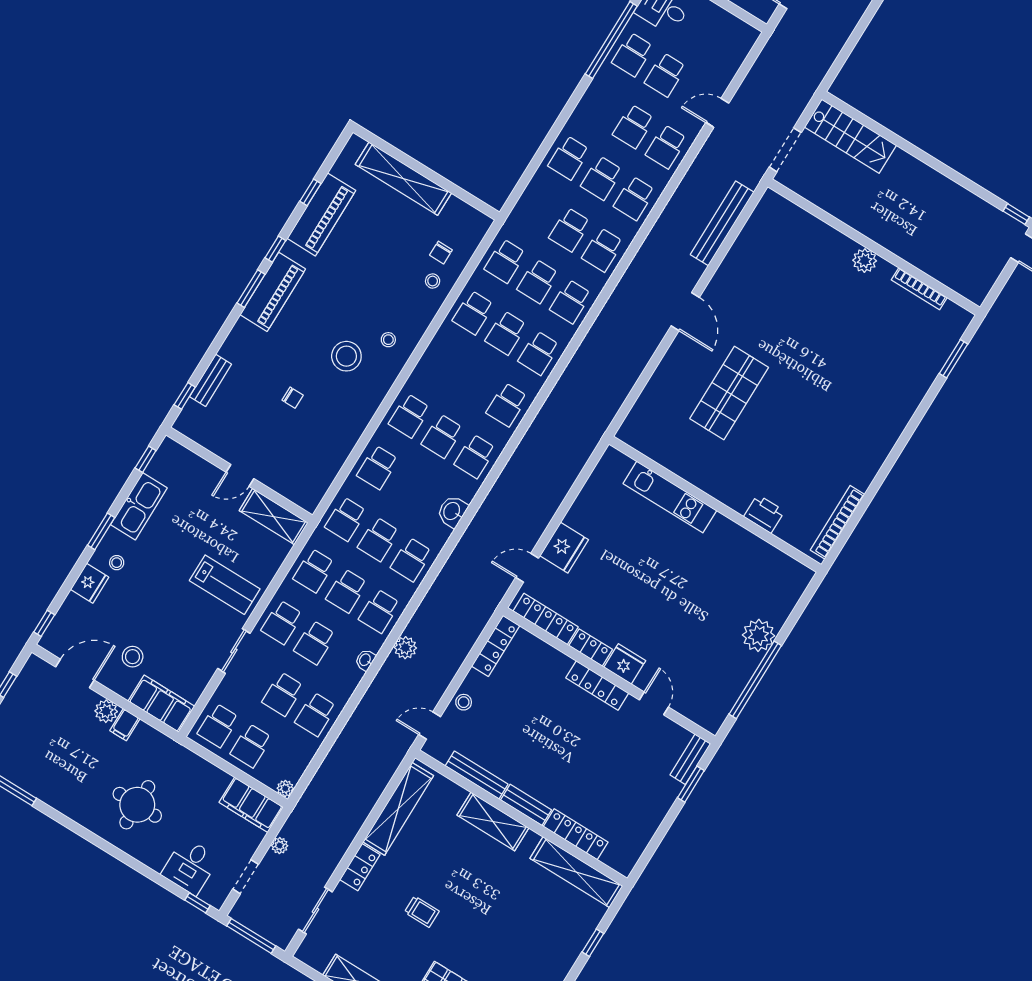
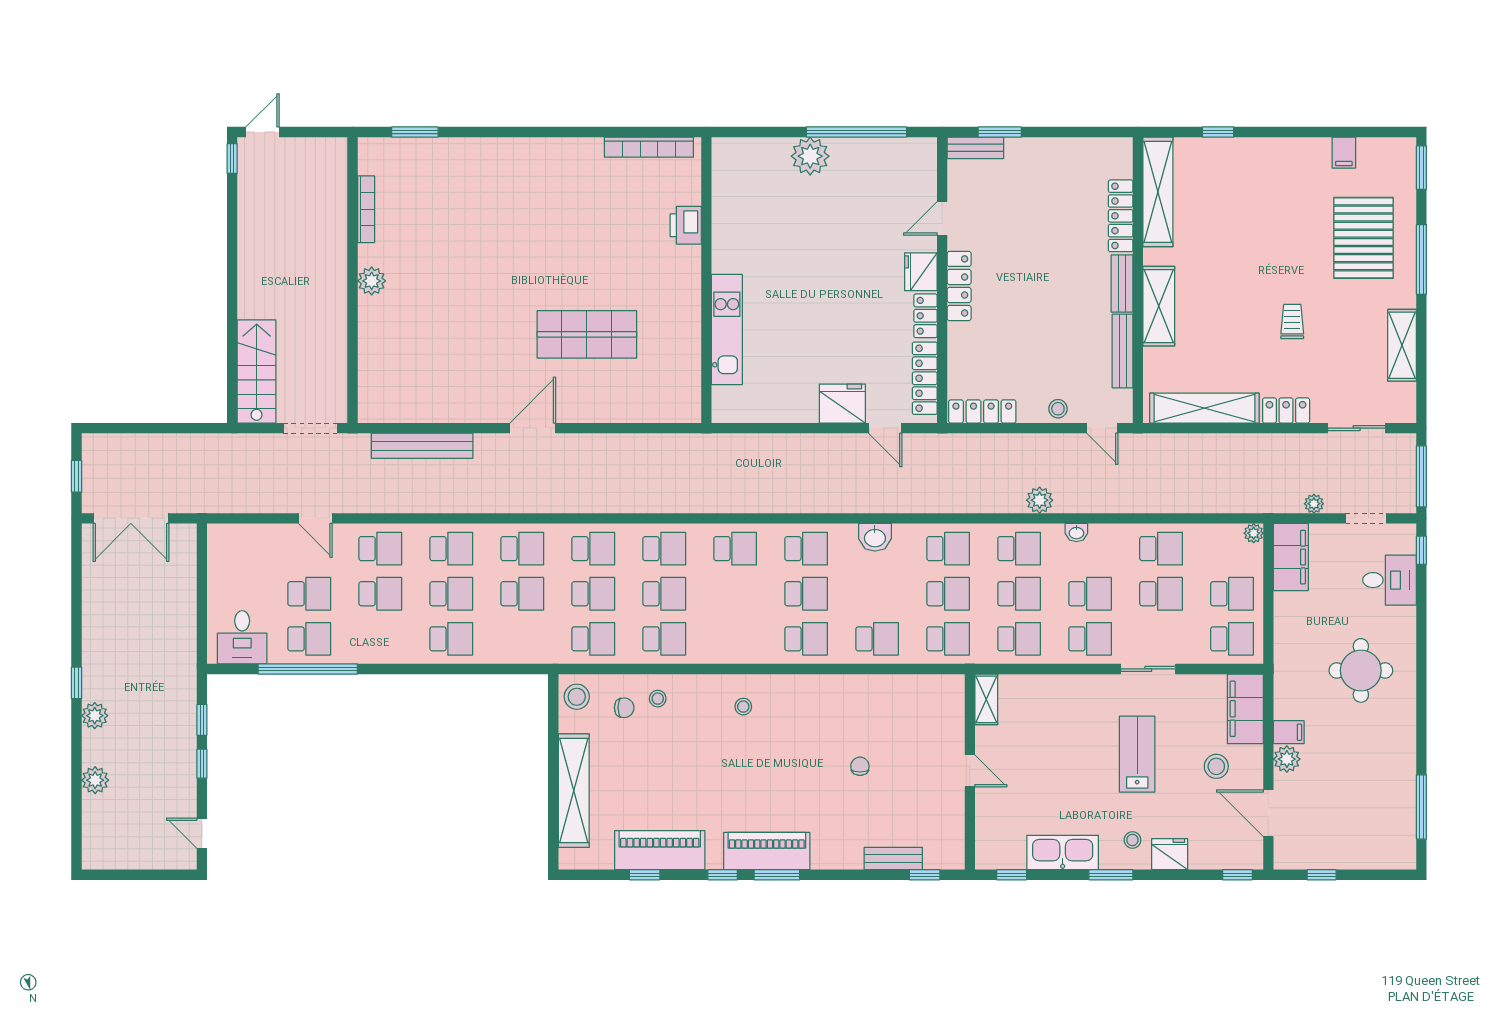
stool: (346, 356) -> (577, 697), moved, width x0.73, depth x0.73
shelving: (274, 517) -> (986, 699), width x0.67, depth x0.75
lab bench: (225, 585) -> (1137, 754), moved

